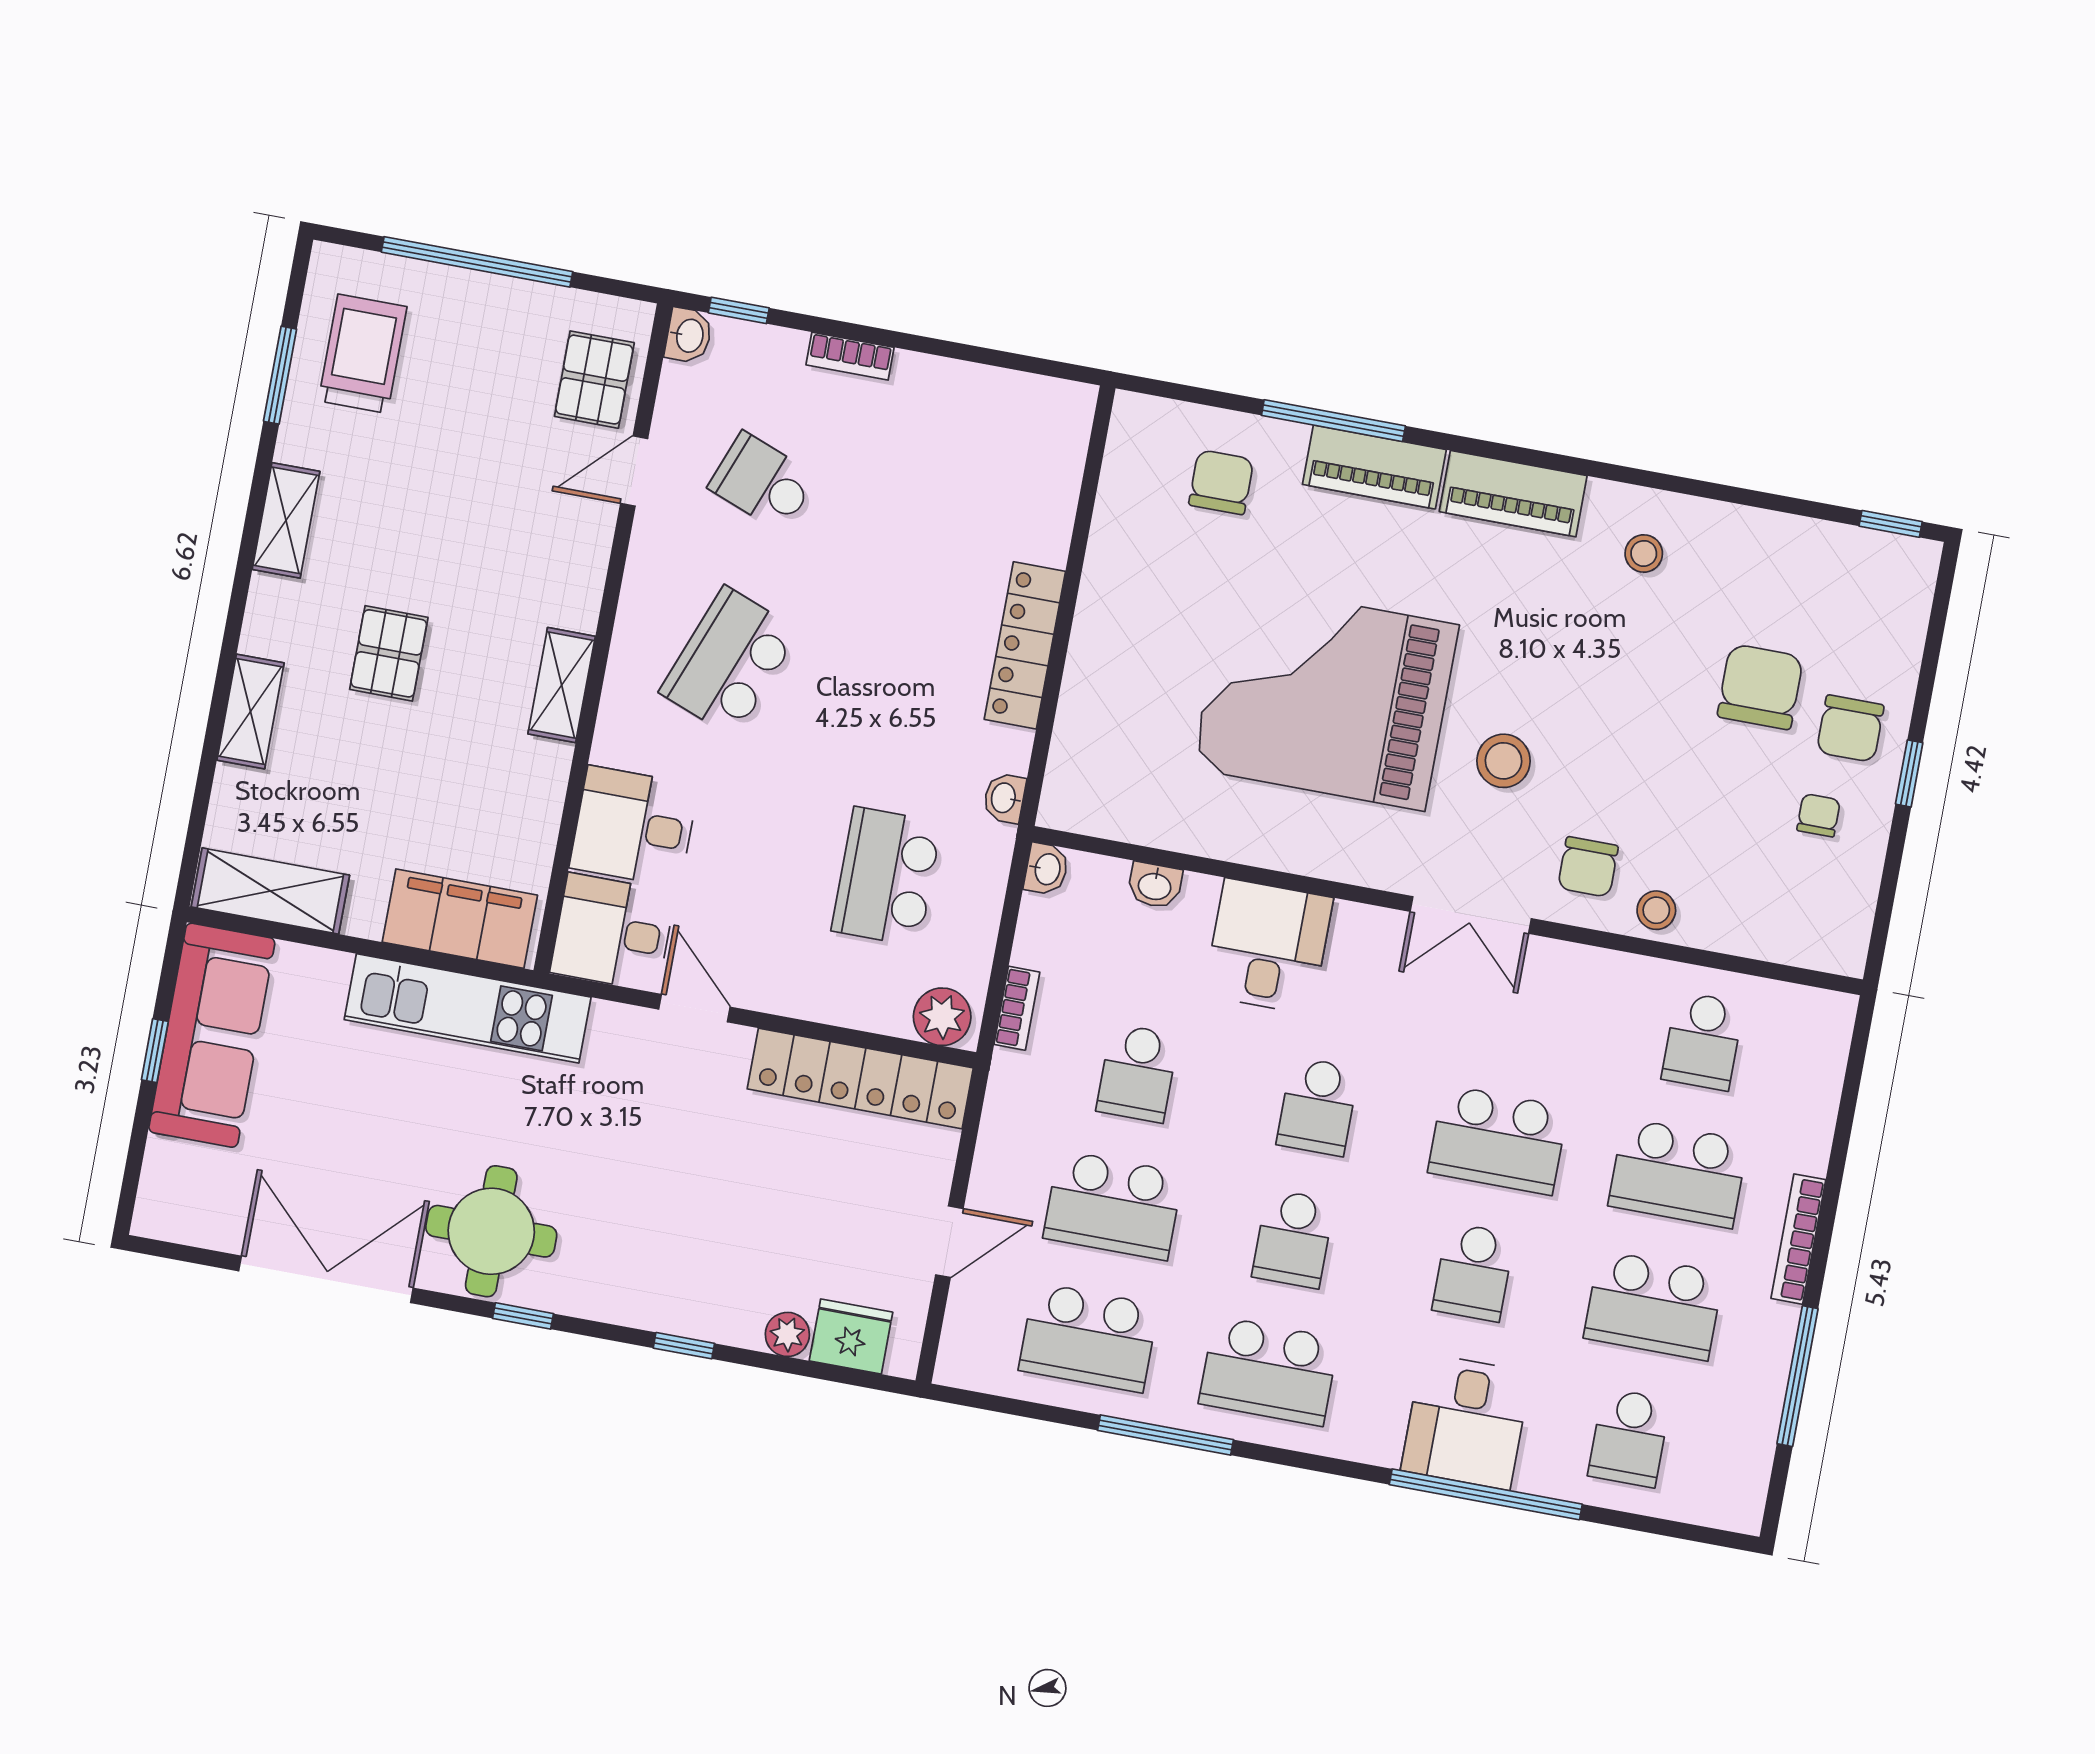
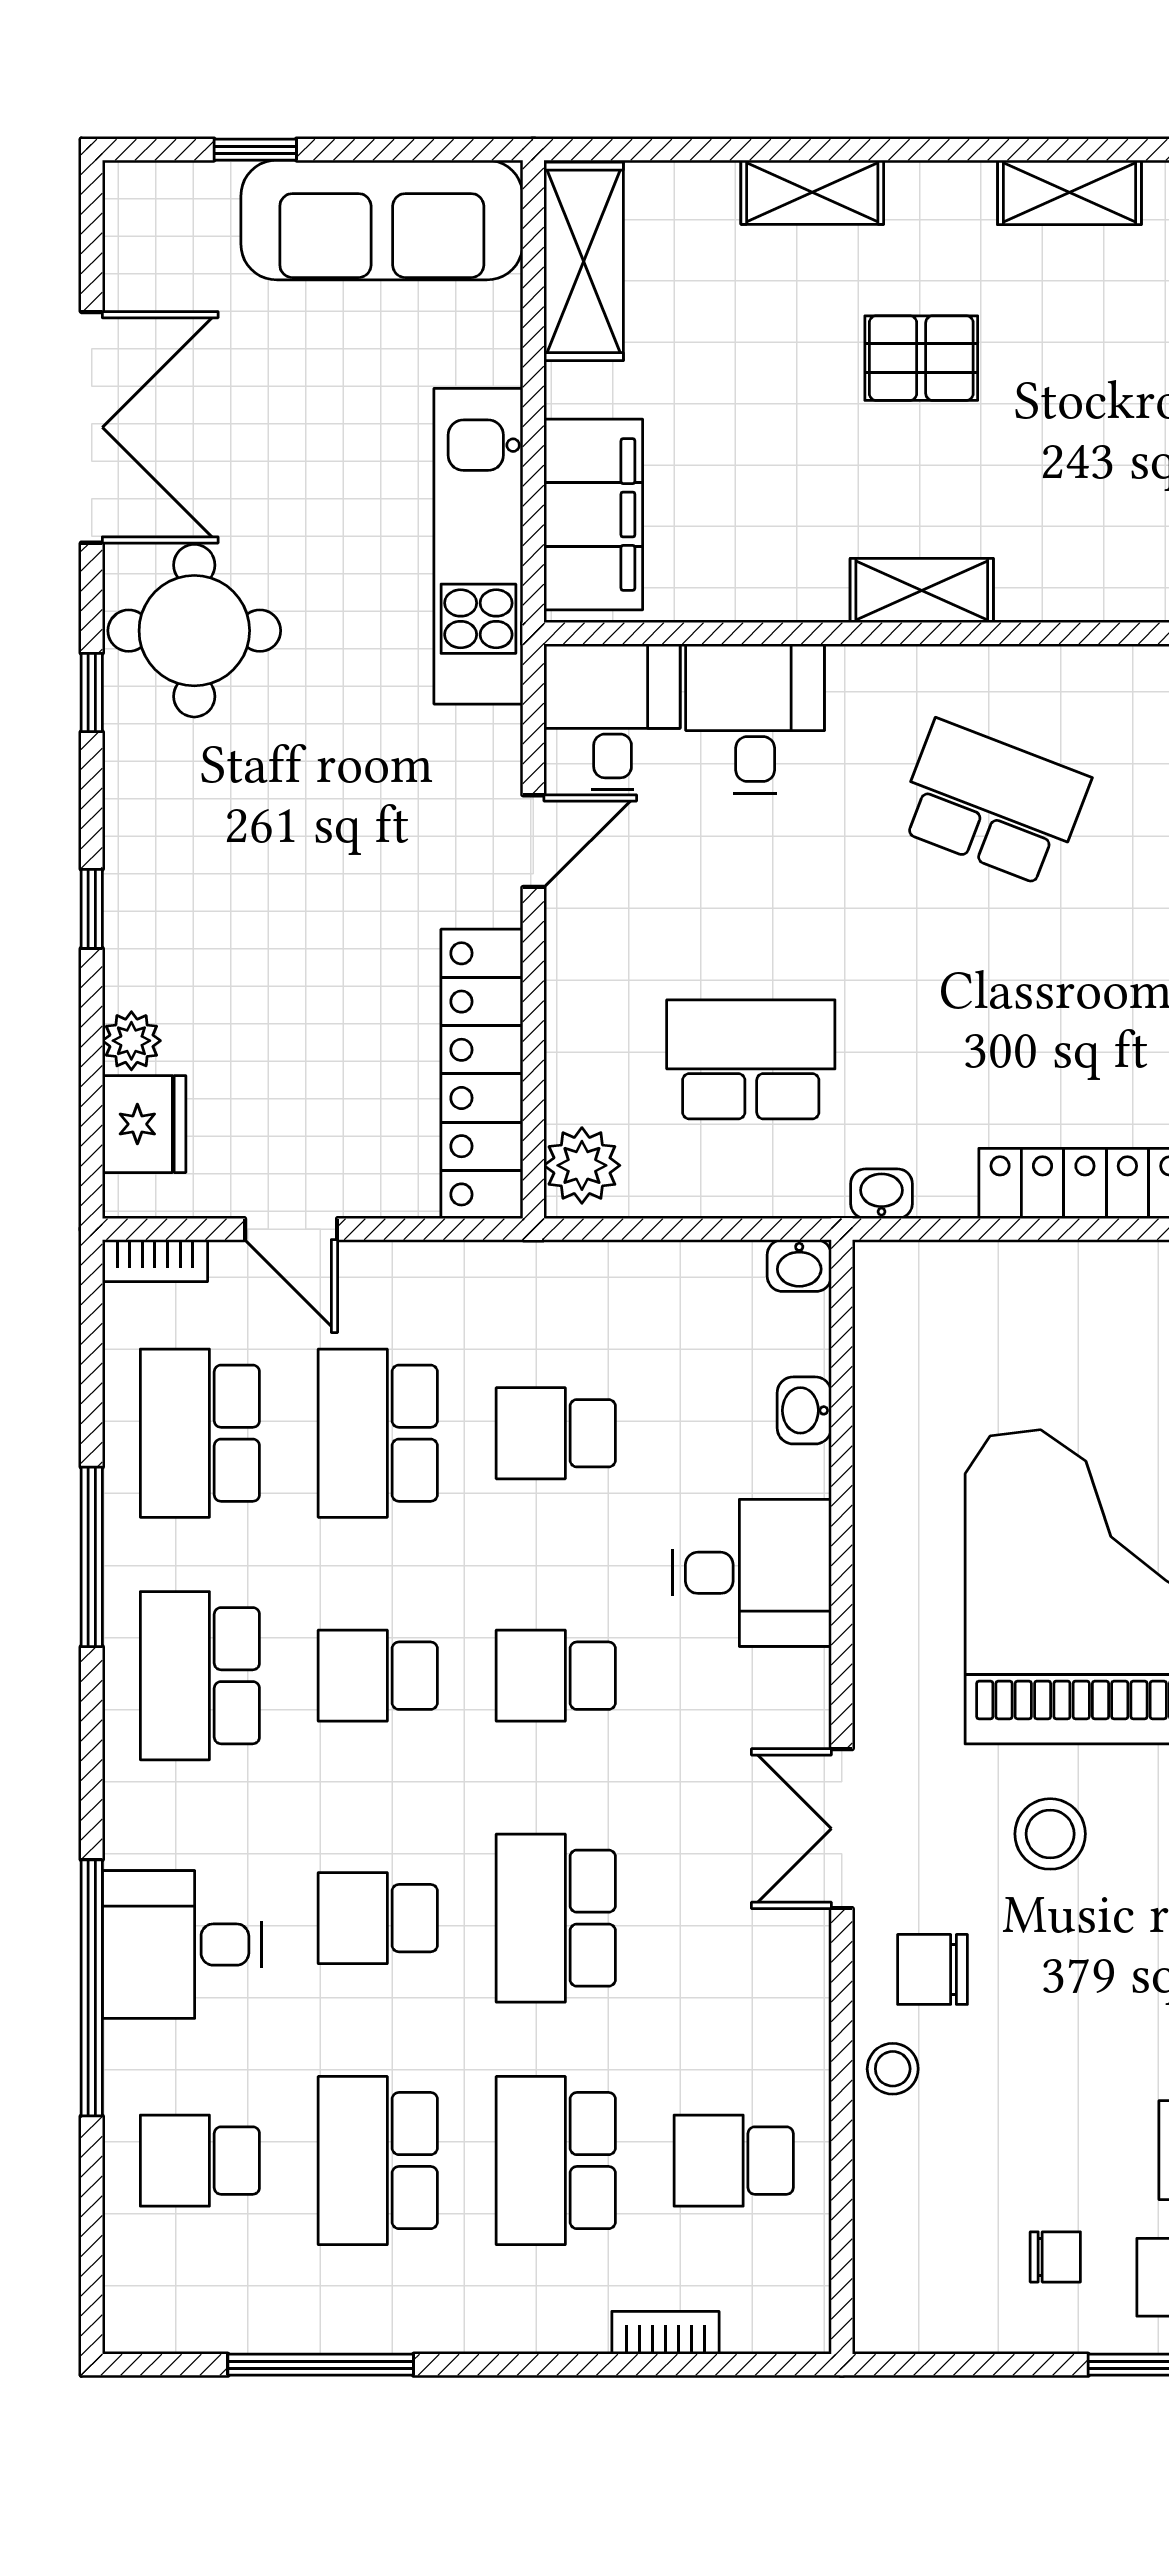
bookcase: (1017, 1008) -> (155, 1261), moved
window: (155, 1051) -> (255, 150), moved
bookcase: (1798, 1239) -> (665, 2333), moved, width x0.64

